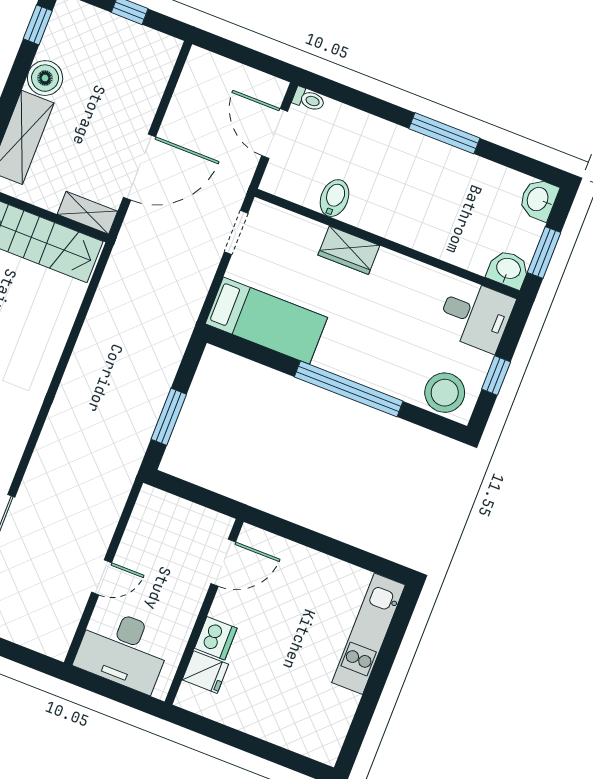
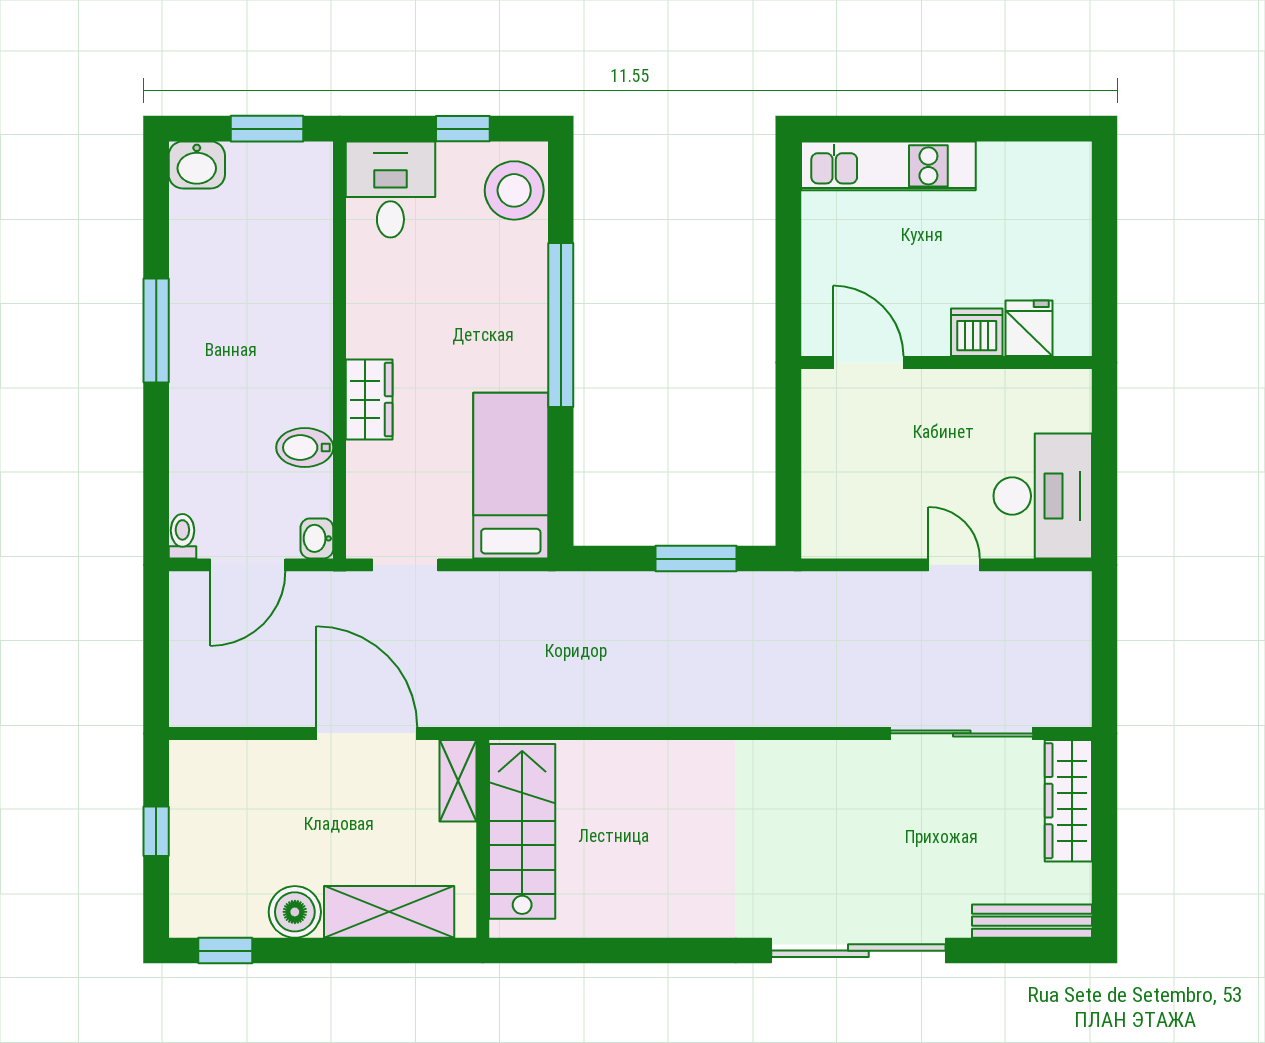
washbasin: (508, 269) -> (317, 538), moved, width x0.72, depth x0.69
door: (223, 563) -> (868, 363), moved
wall: (204, 612) -> (946, 363), moved
dishwasher: (216, 638) -> (977, 332), moved
fridge: (205, 672) -> (1029, 328), moved

